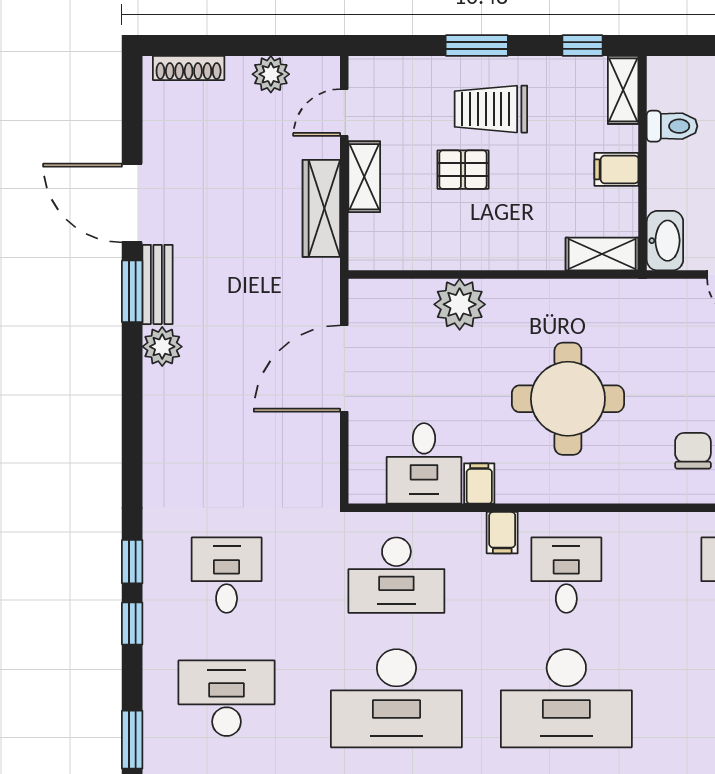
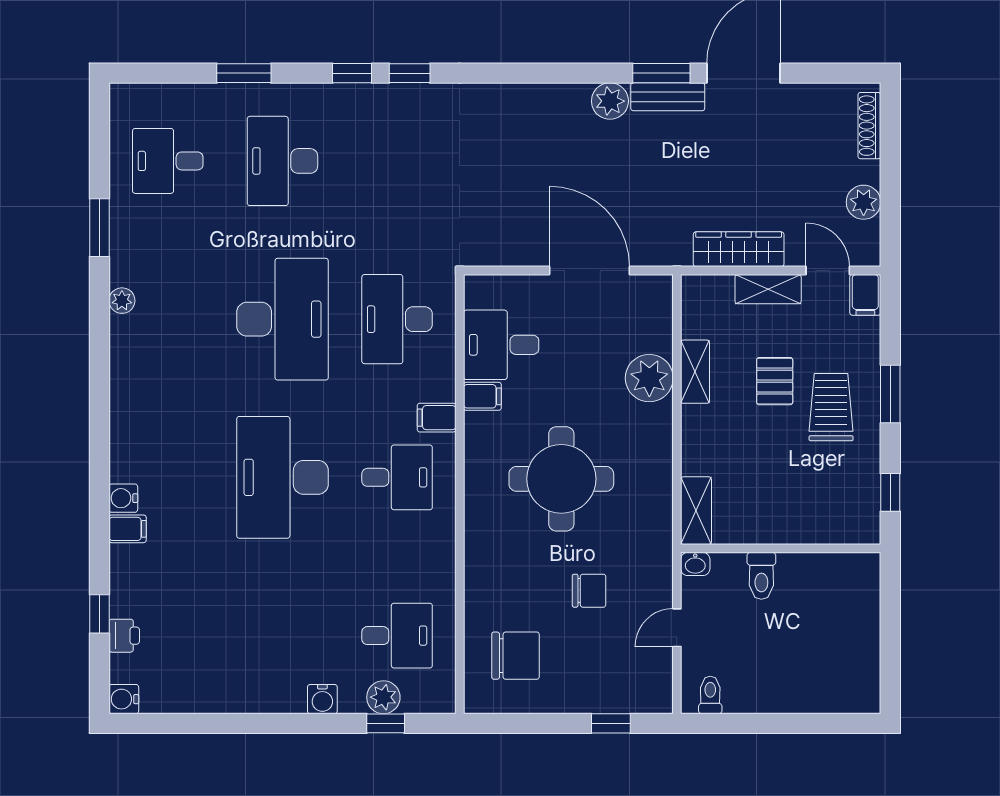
shelving: (623, 90) -> (695, 372), moved, turned 90
toilet: (672, 126) -> (761, 576), moved
filing cabinet: (616, 169) -> (865, 295), moved, turned 180
washbasin: (665, 241) -> (695, 564), width x0.52, depth x0.69
chair: (693, 451) -> (589, 591), moved
desk: (227, 575) -> (397, 161), removed
desk: (227, 698) -> (282, 161), turned 180
desk: (396, 698) -> (282, 319), turned 180

